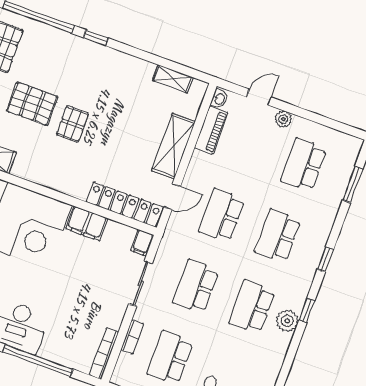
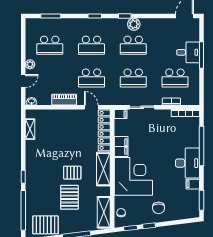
door: (259, 97) -> (23, 81), swing flipped
piano: (211, 130) -> (64, 100), moved
shelving: (173, 146) -> (103, 169), moved, turned 90

